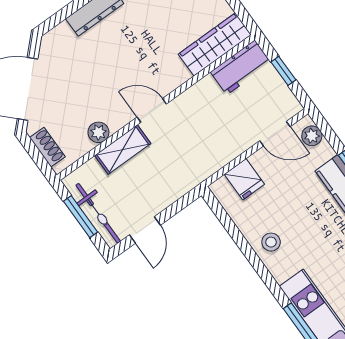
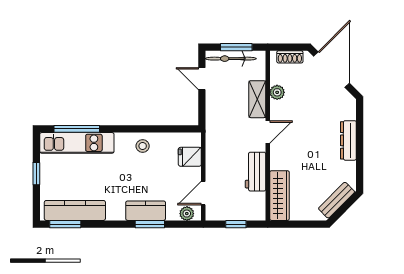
workbench: (241, 67) -> (256, 172), moved

